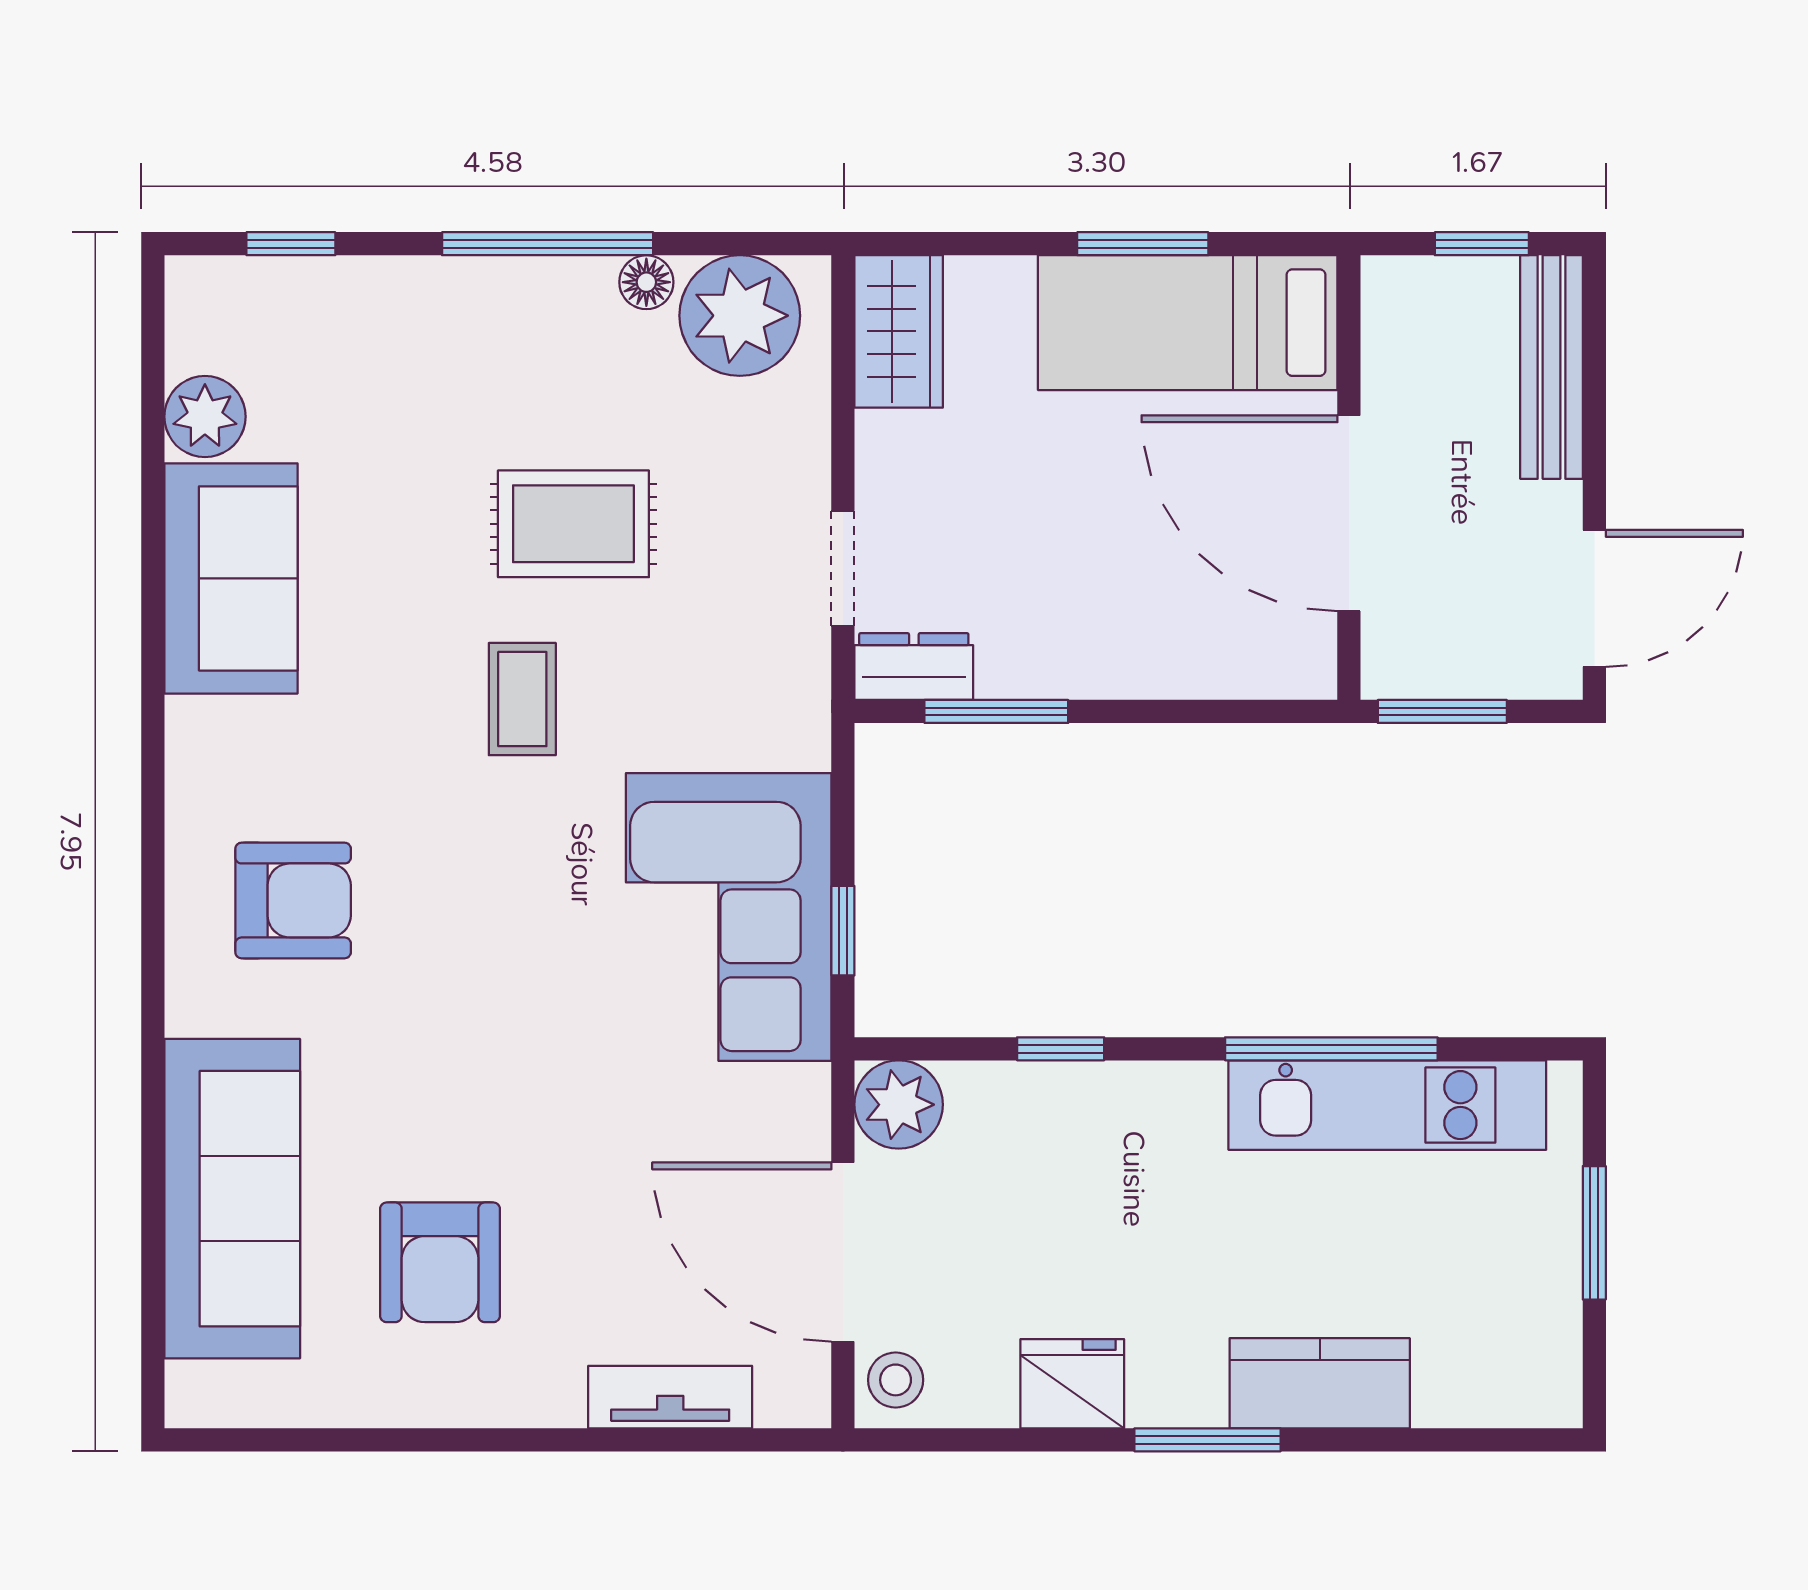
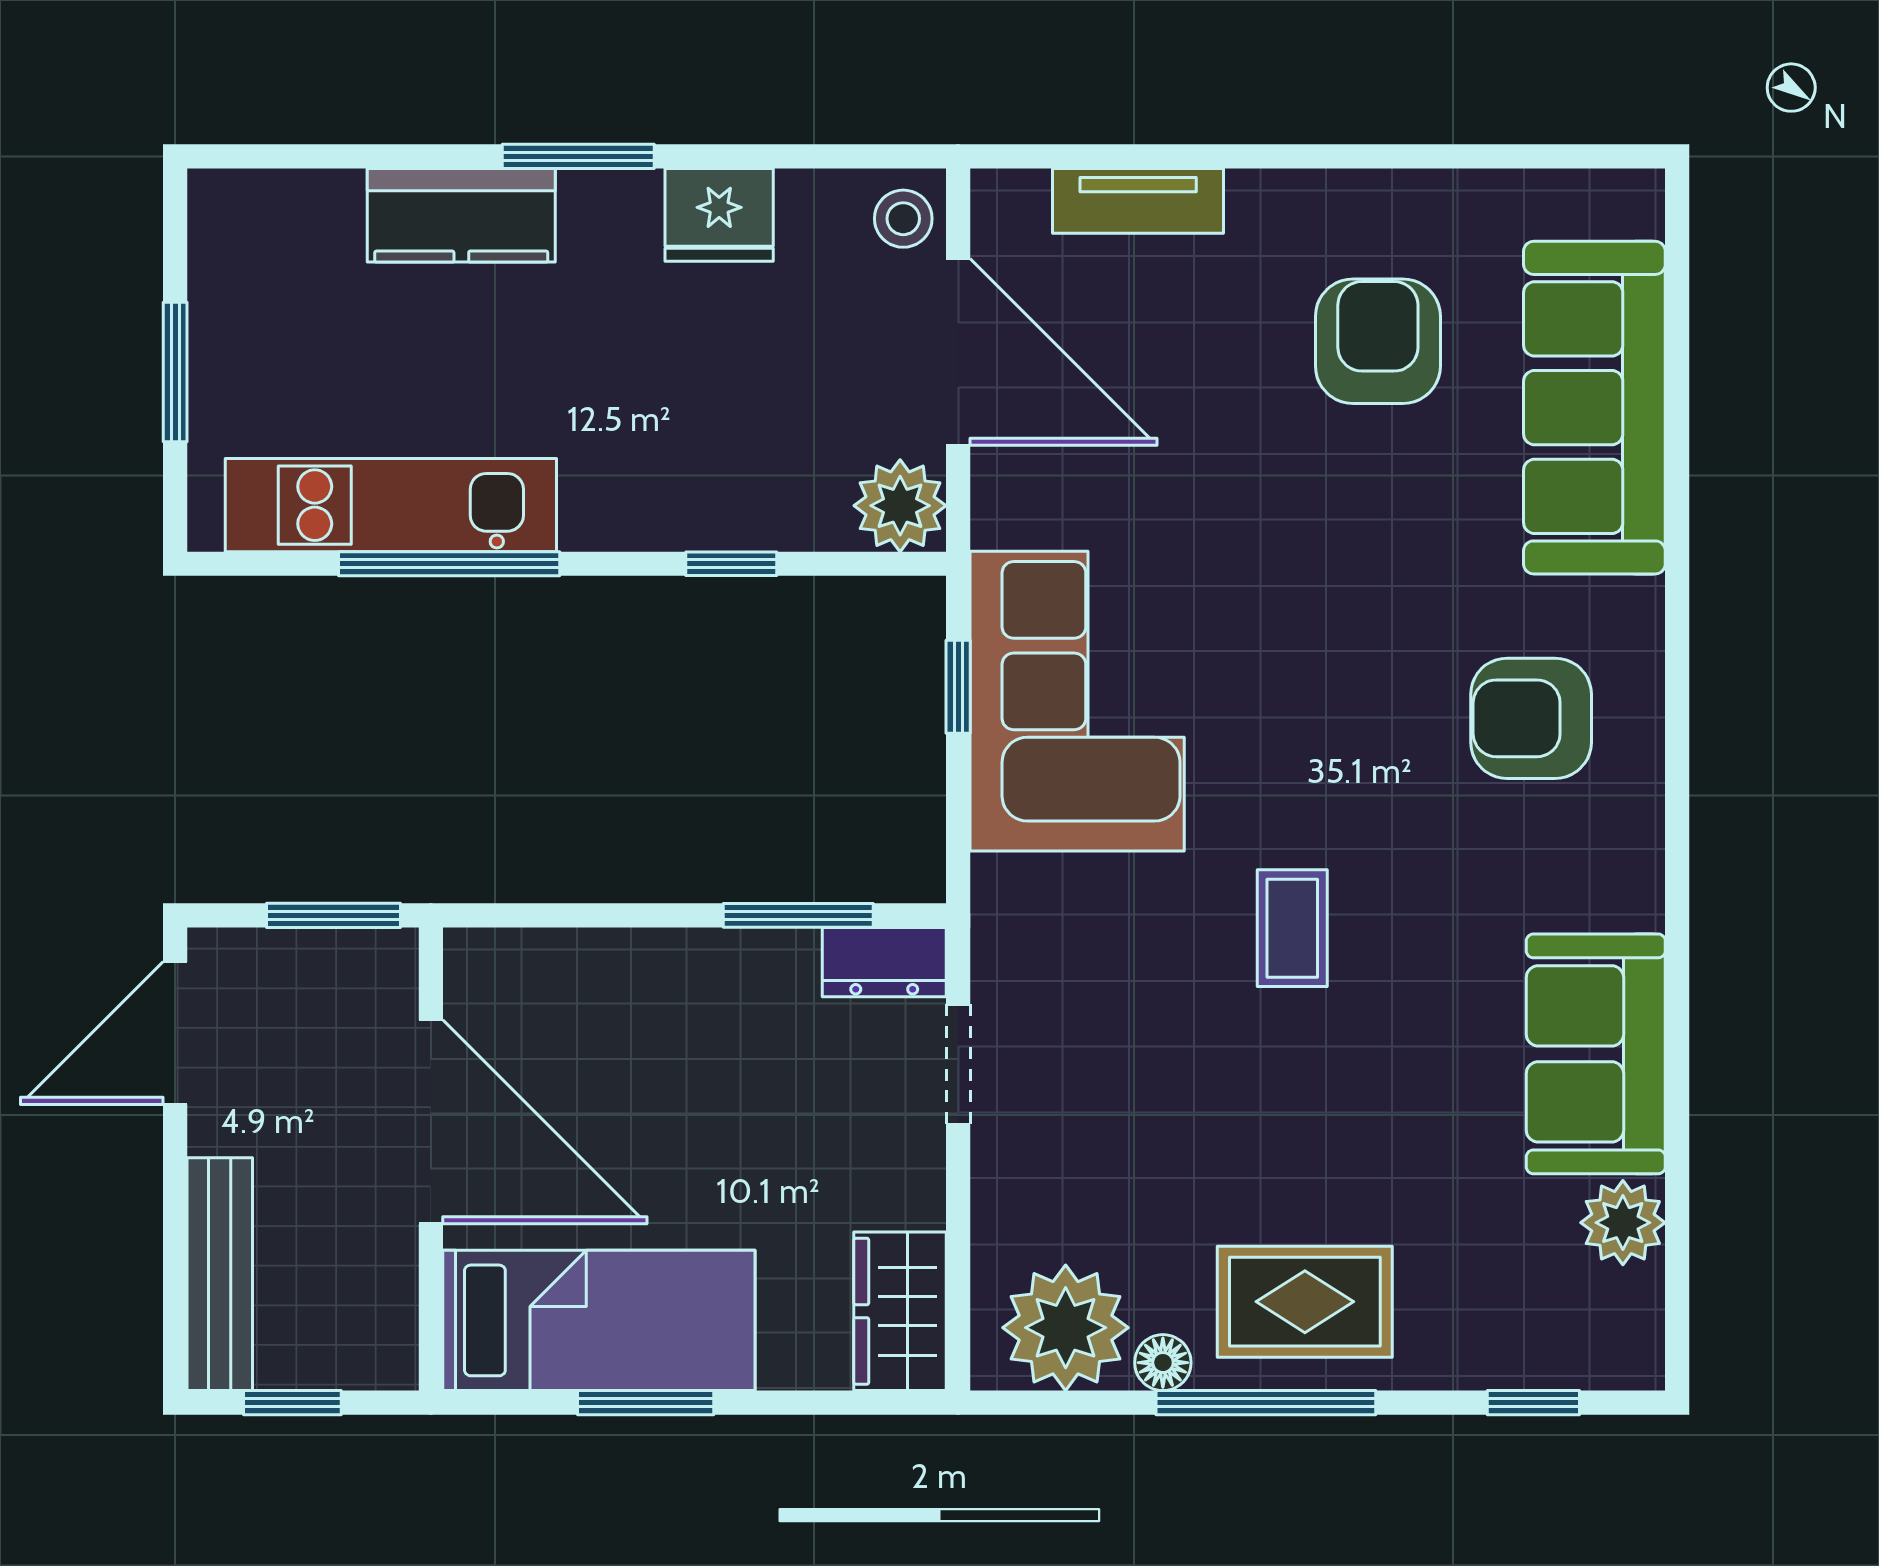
rug: (573, 524) -> (1305, 1302), moved

